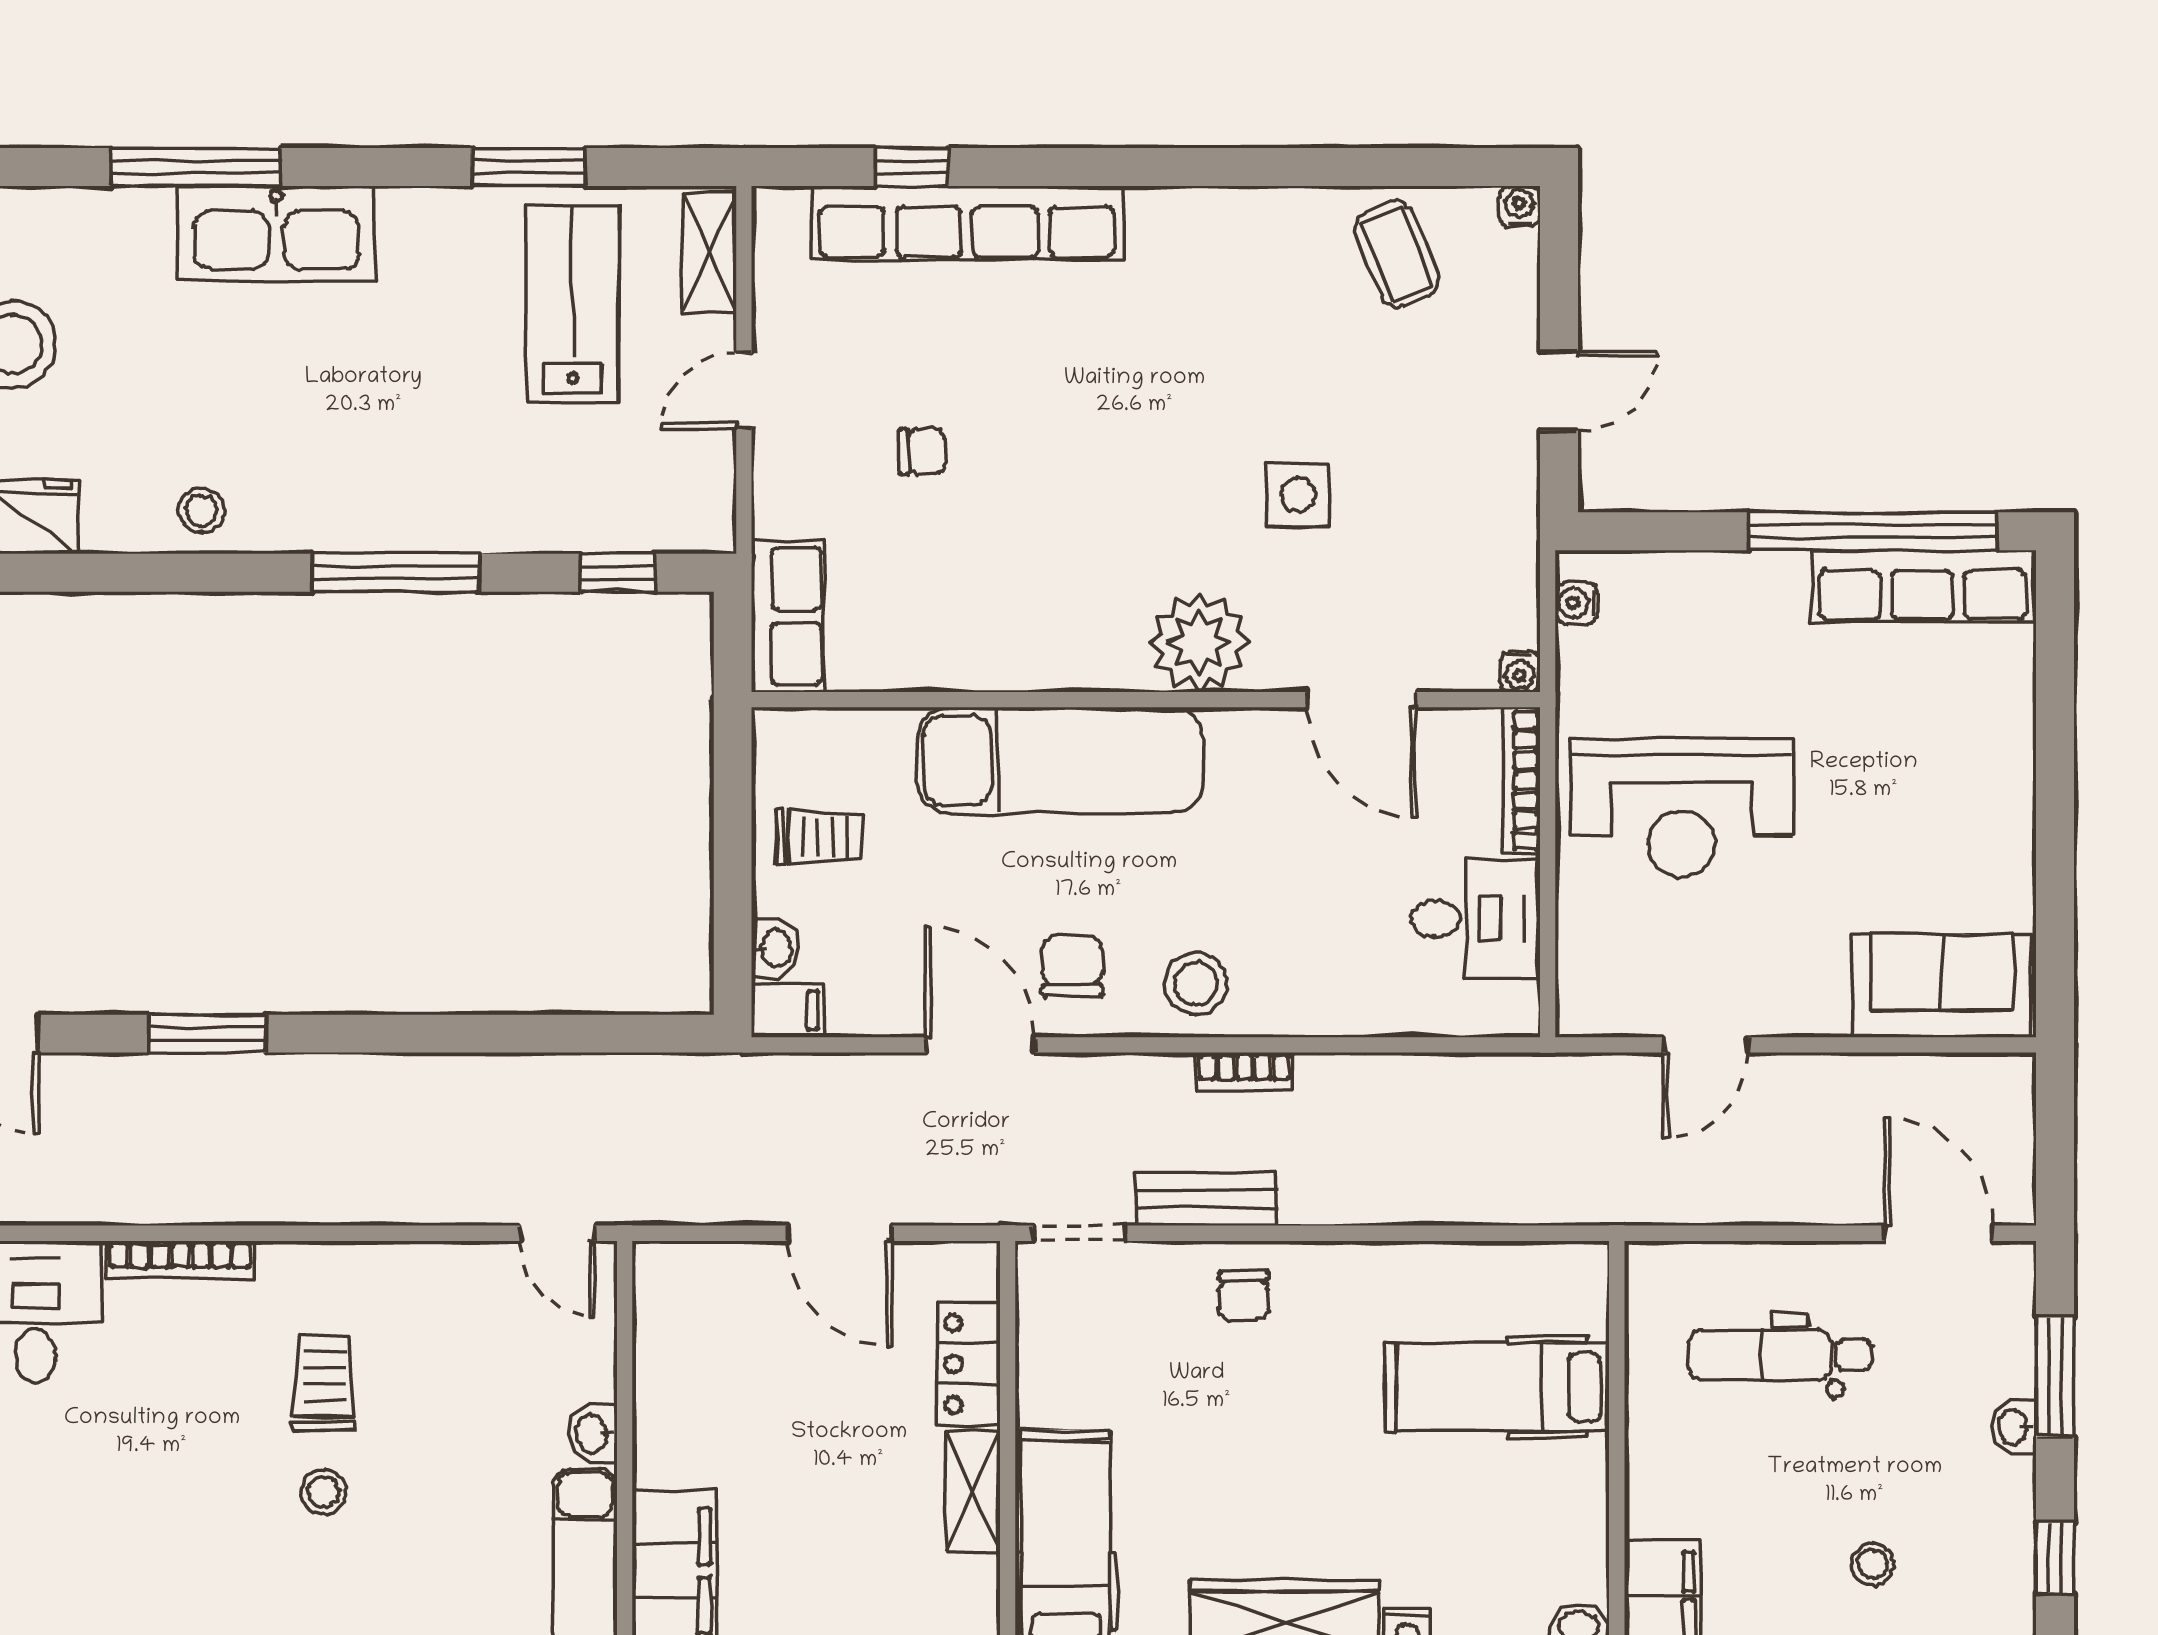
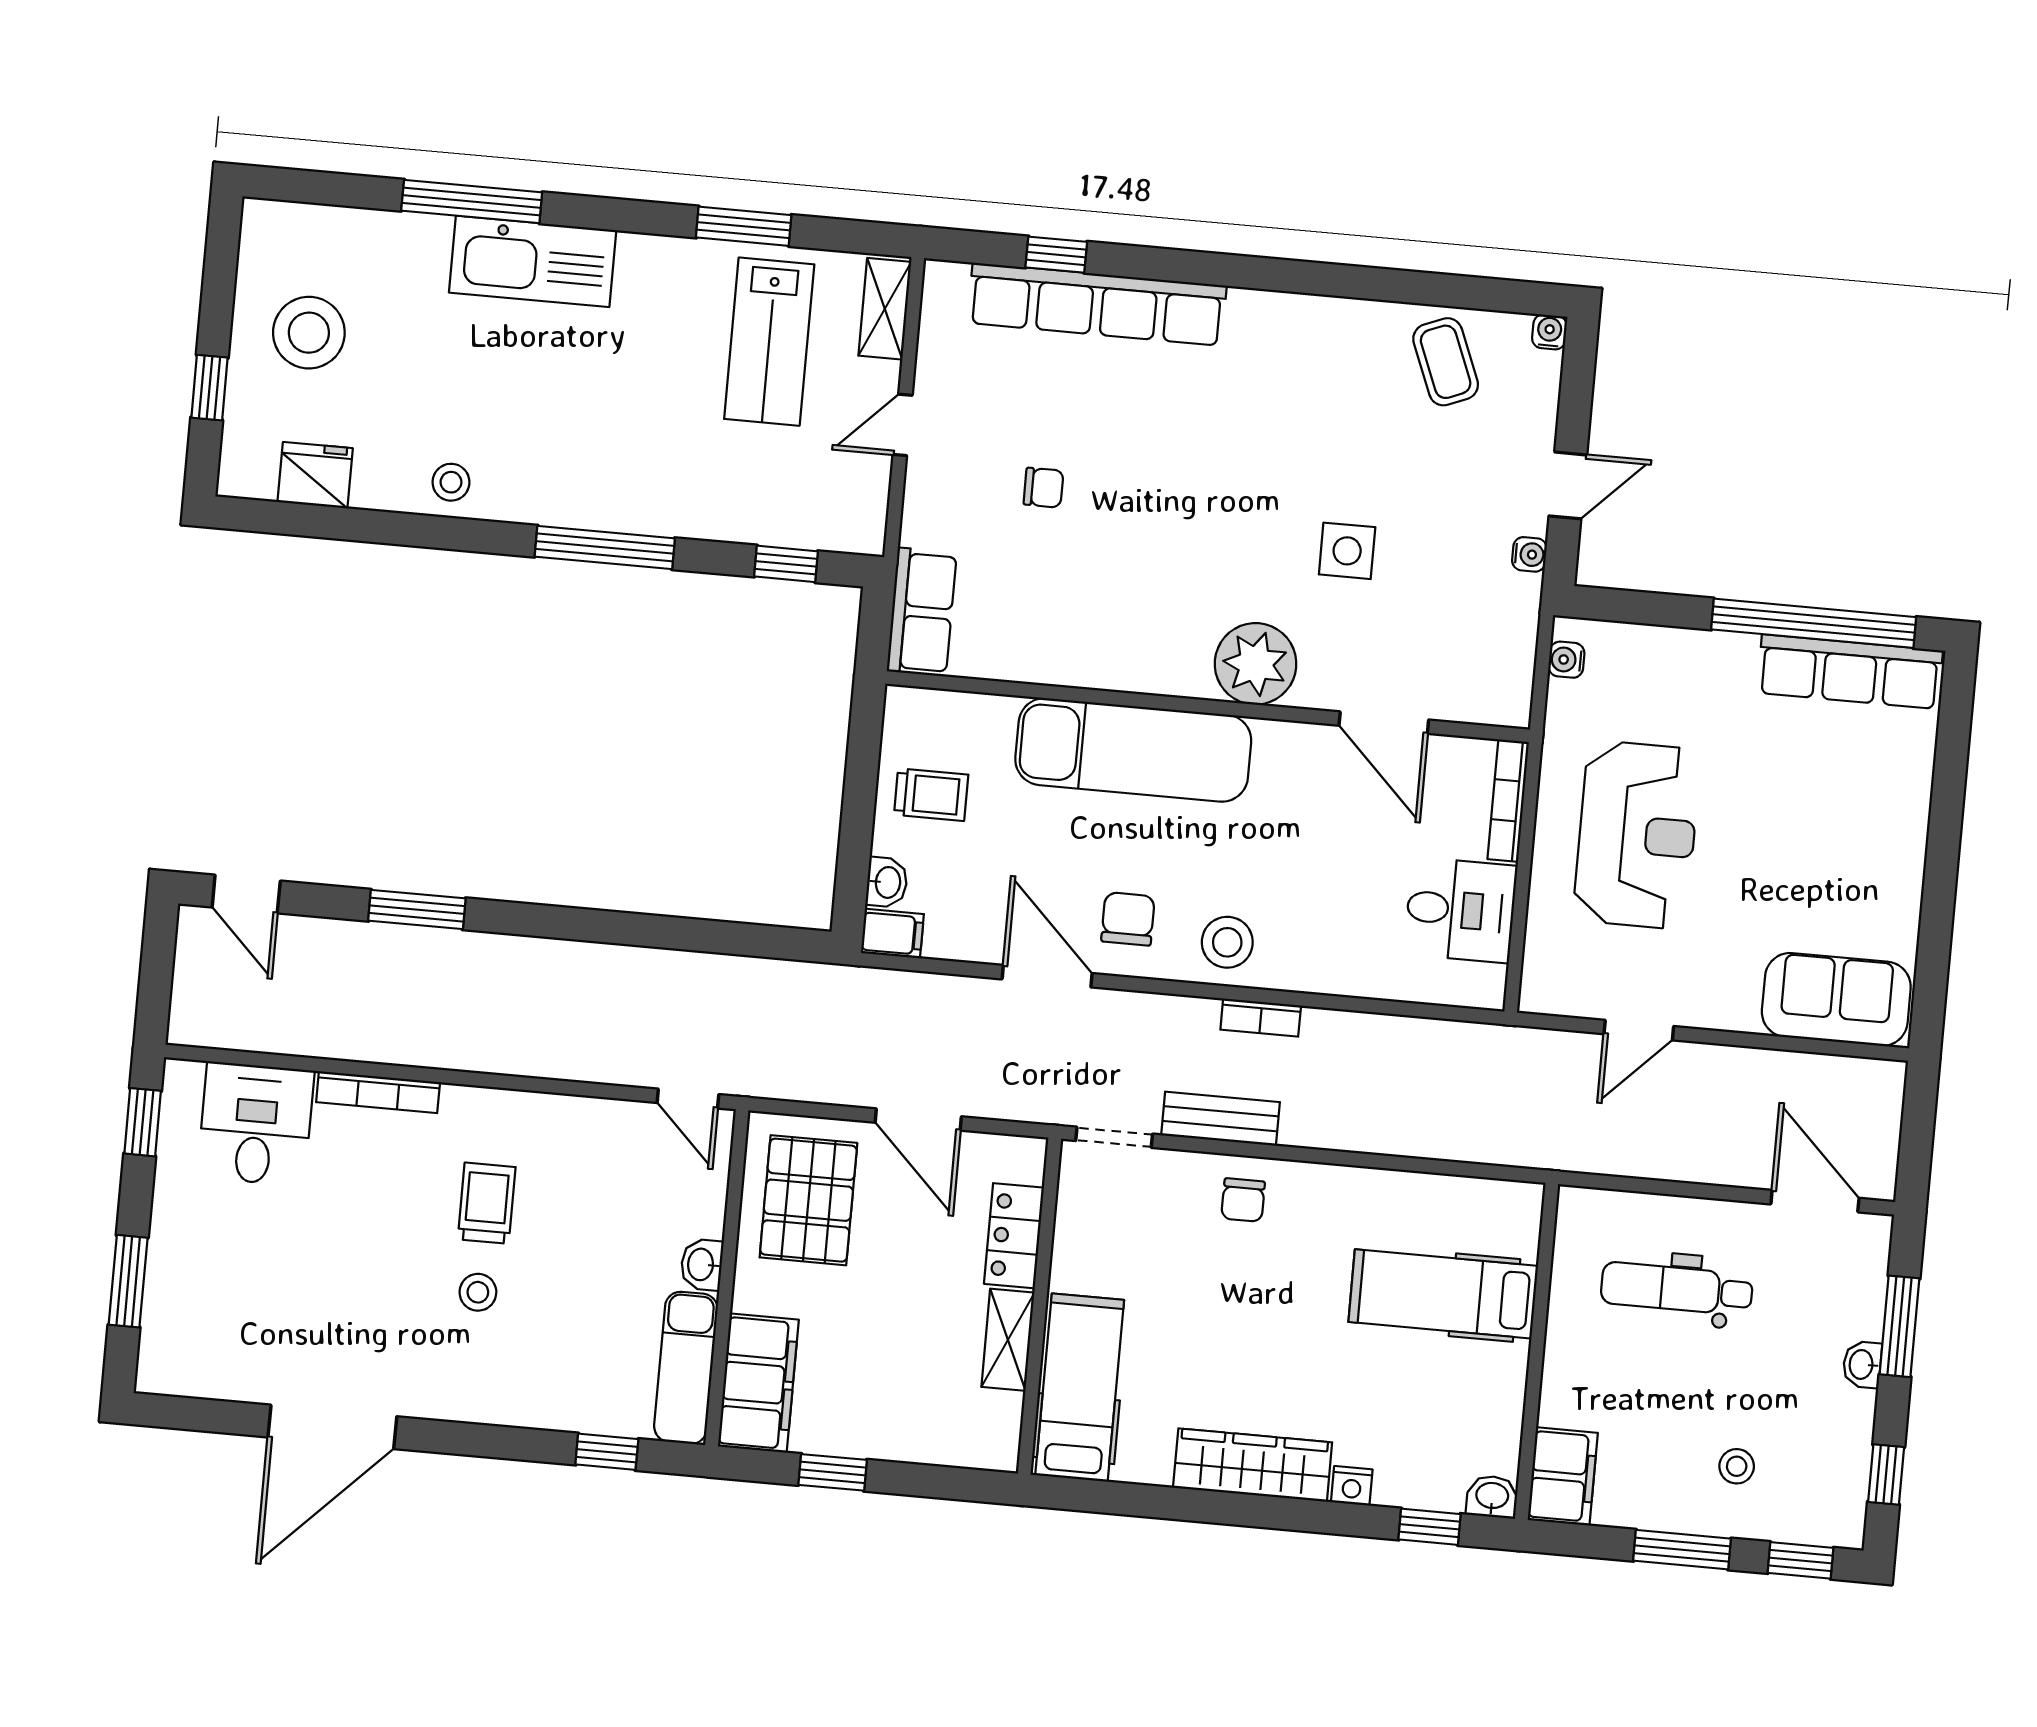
lab bench: (573, 304) -> (769, 342), turned 180
water cooler: (1520, 672) -> (1529, 554), moved, turned -90
reception desk: (1682, 808) -> (1637, 835), turned -90
pallet: (715, 1343) -> (808, 1200), added

